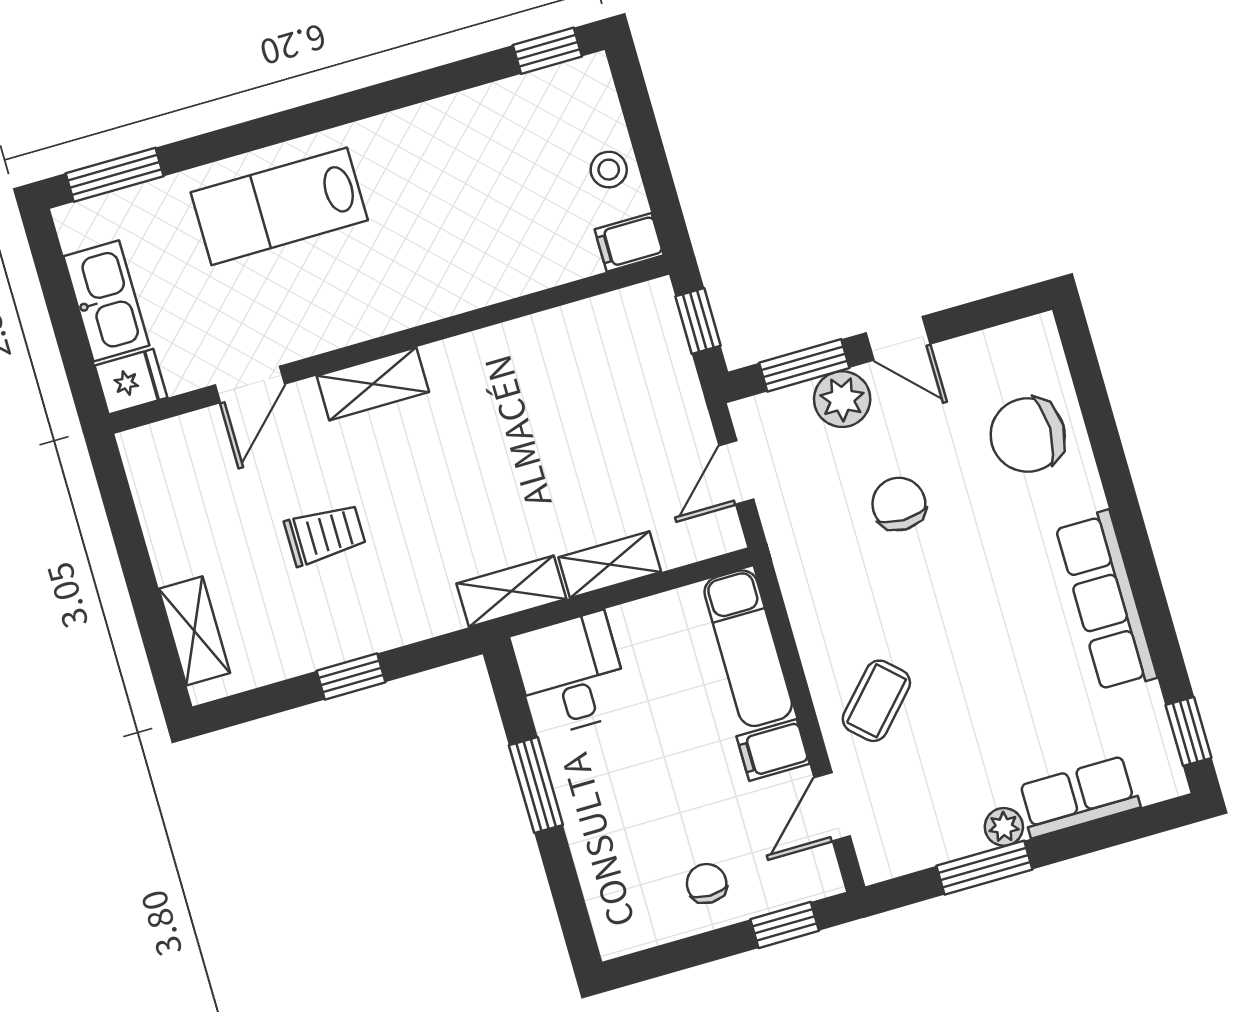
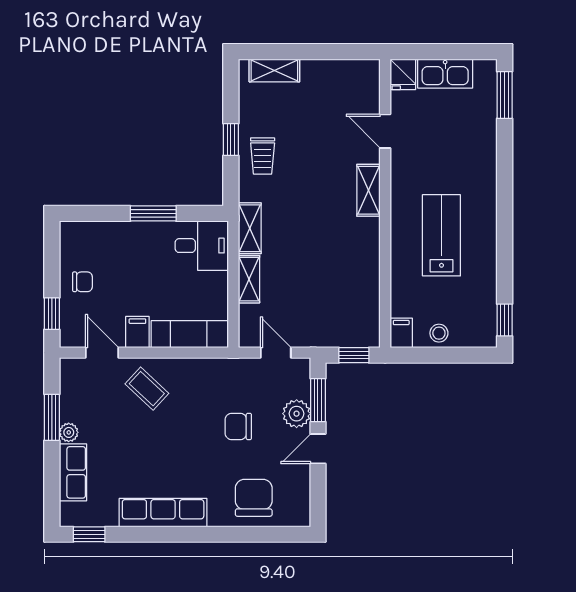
lab bench: (279, 206) -> (441, 235), moved
chair: (899, 504) -> (238, 426), turned 180
trolley: (325, 534) -> (263, 156), moved

